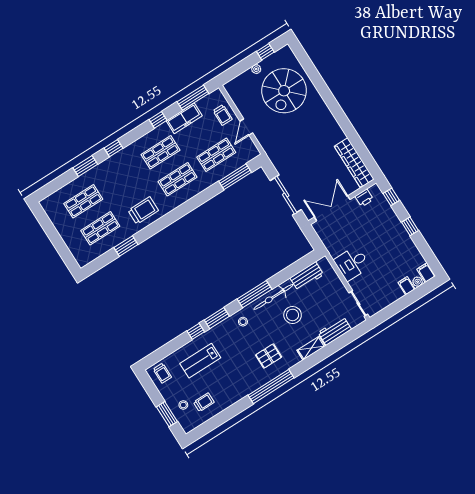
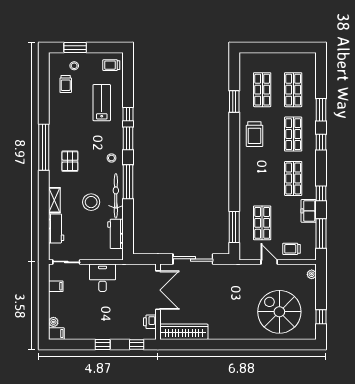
plant: (256, 69) -> (312, 274), moved
freezer: (184, 118) -> (309, 211), width x0.71
shop shelf: (178, 179) -> (293, 134), moved
filing cabinet: (407, 286) -> (56, 286), moved

